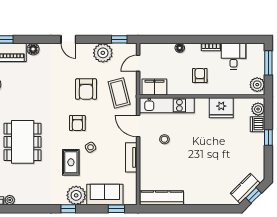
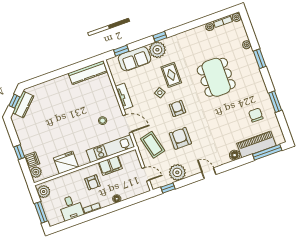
door: (138, 63) -> (146, 174), hinge flipped
filing cabinet: (154, 87) -> (110, 165), moved

